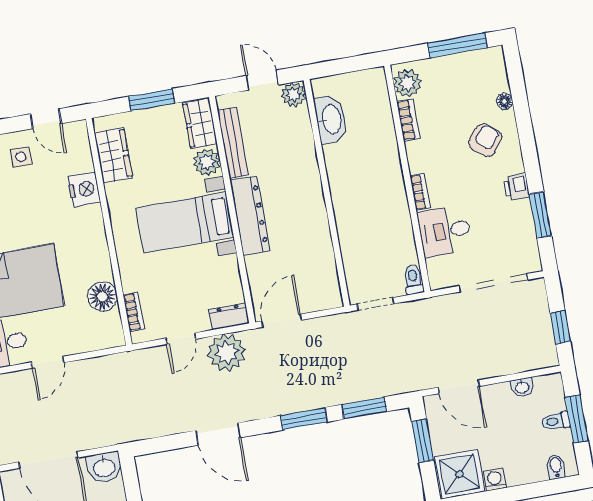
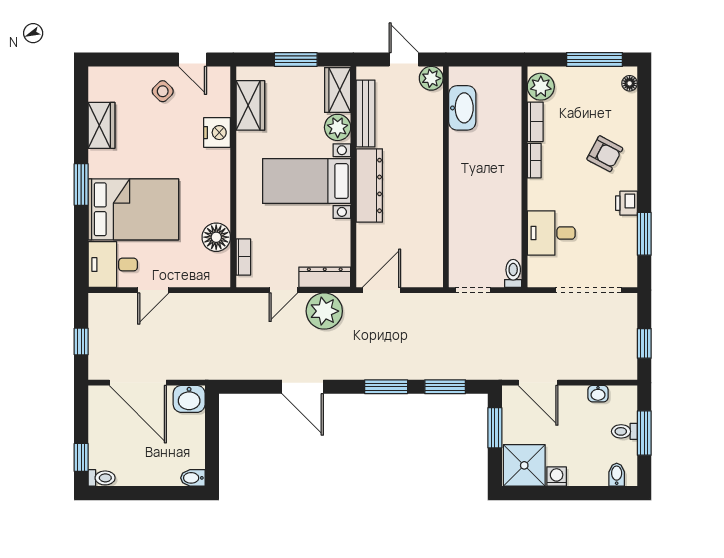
floor lamp: (505, 101) -> (630, 83), moved
armchair: (485, 140) -> (605, 154), turned 80
side table: (21, 157) -> (163, 91), turned 45
bookcase: (420, 192) -> (534, 161), moved
dresser: (229, 316) -> (325, 277), width x1.44

